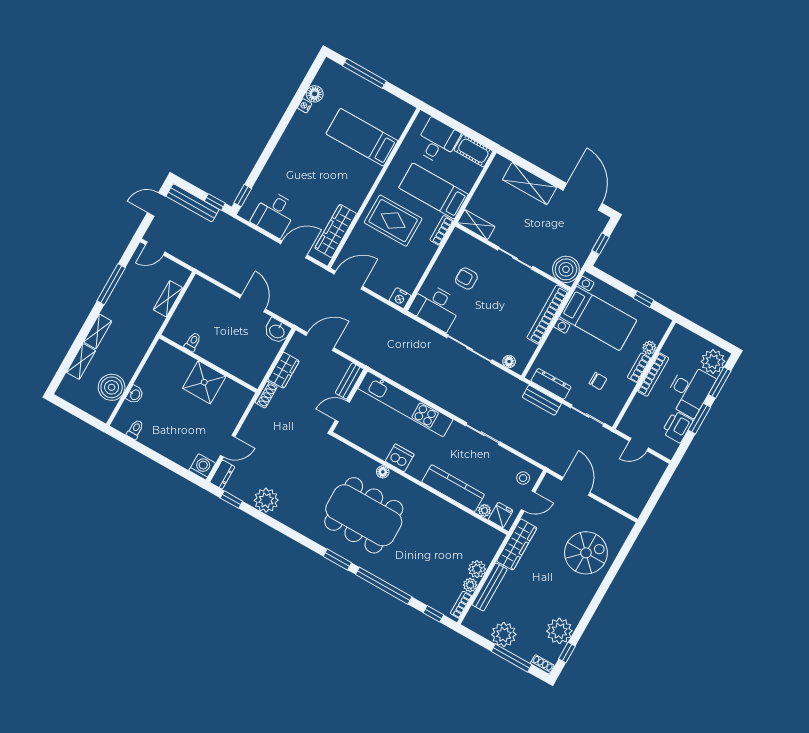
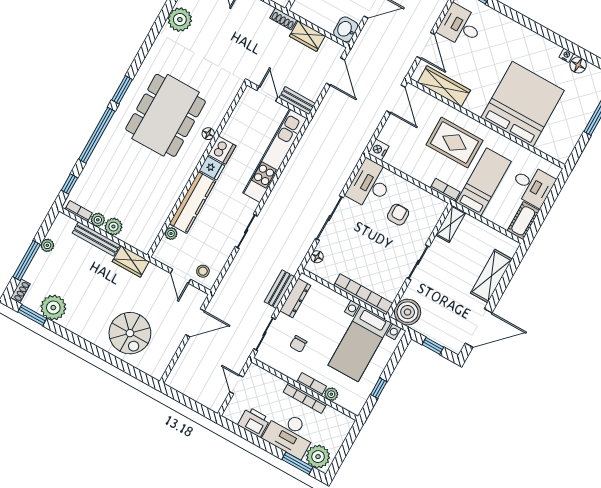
bed: (362, 137) -> (523, 104), width x2.04
rug: (393, 221) -> (454, 143), turned 90
window: (699, 419) -> (262, 444), removed
fridge: (501, 515) -> (212, 168), moved
wardrobe: (517, 544) -> (131, 261), width x0.67
plant: (504, 635) -> (47, 245), width x0.53, depth x0.53
window: (567, 652) -> (32, 315), width x1.50

